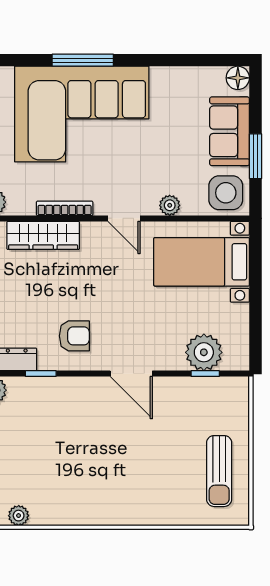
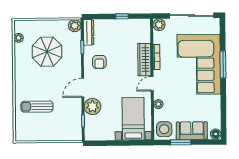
wardrobe: (43, 235) -> (144, 60), moved
plant: (204, 352) -> (92, 106), moved
parasol: (50, 453) -> (47, 52), added
sun lounger: (219, 471) -> (37, 107), moved

